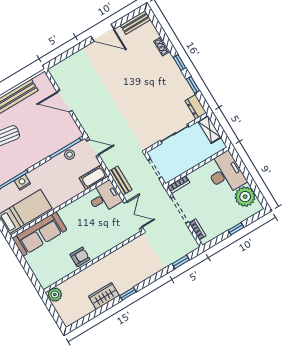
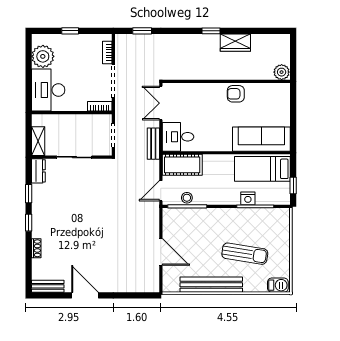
door: (93, 148) -> (161, 191), hinge flipped
cot: (94, 177) -> (182, 165), width x1.37, depth x1.34

